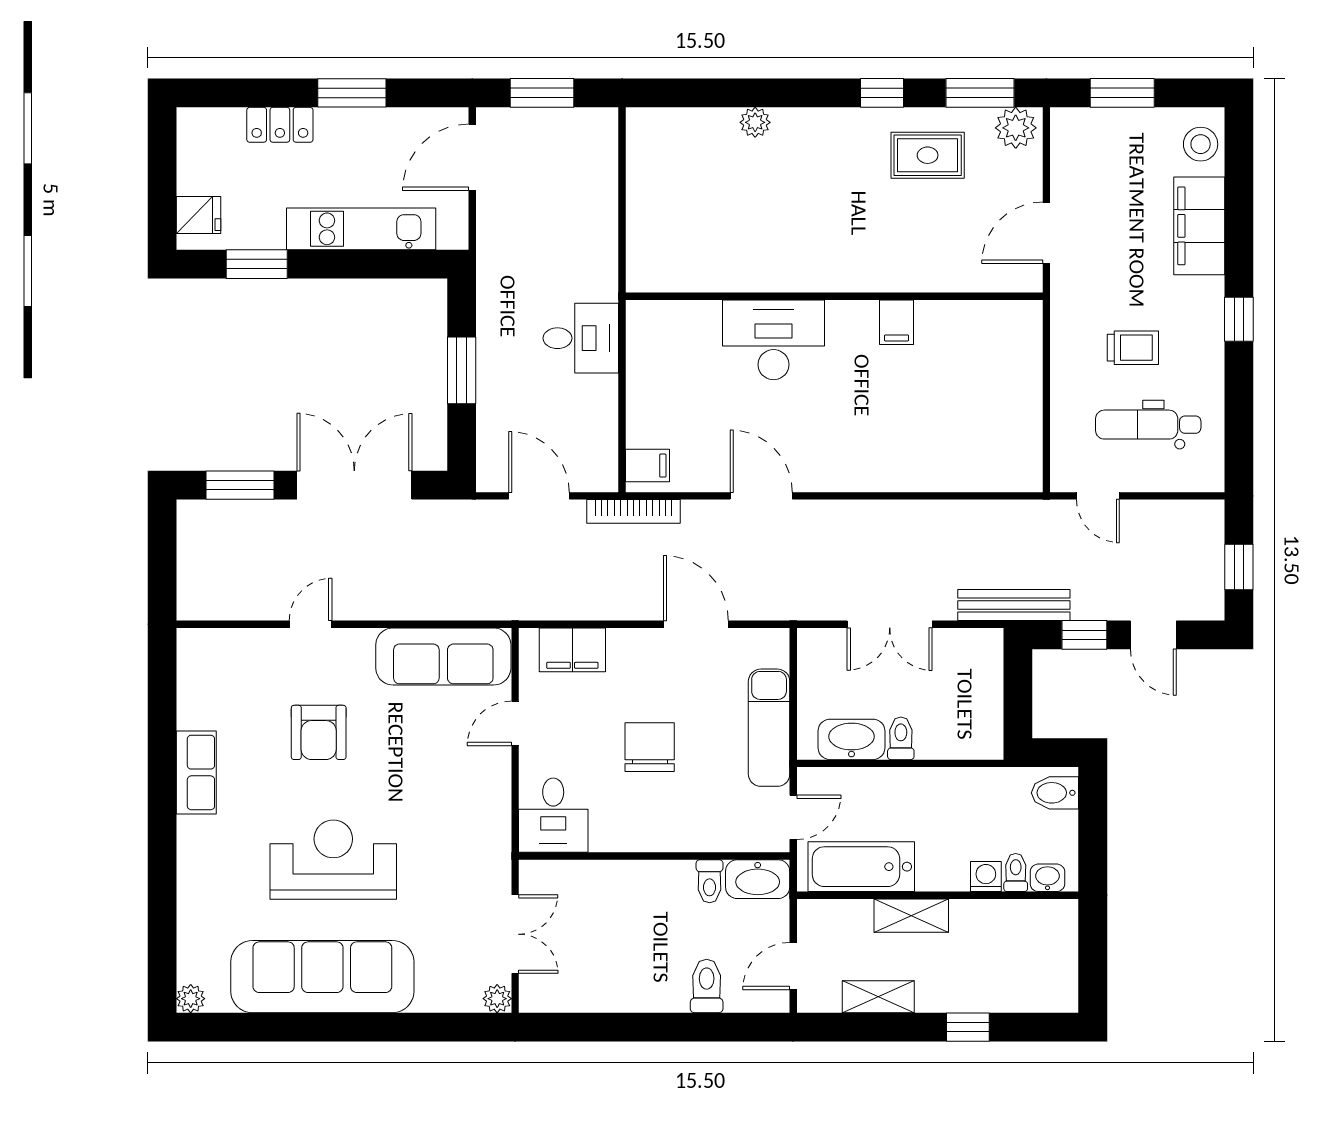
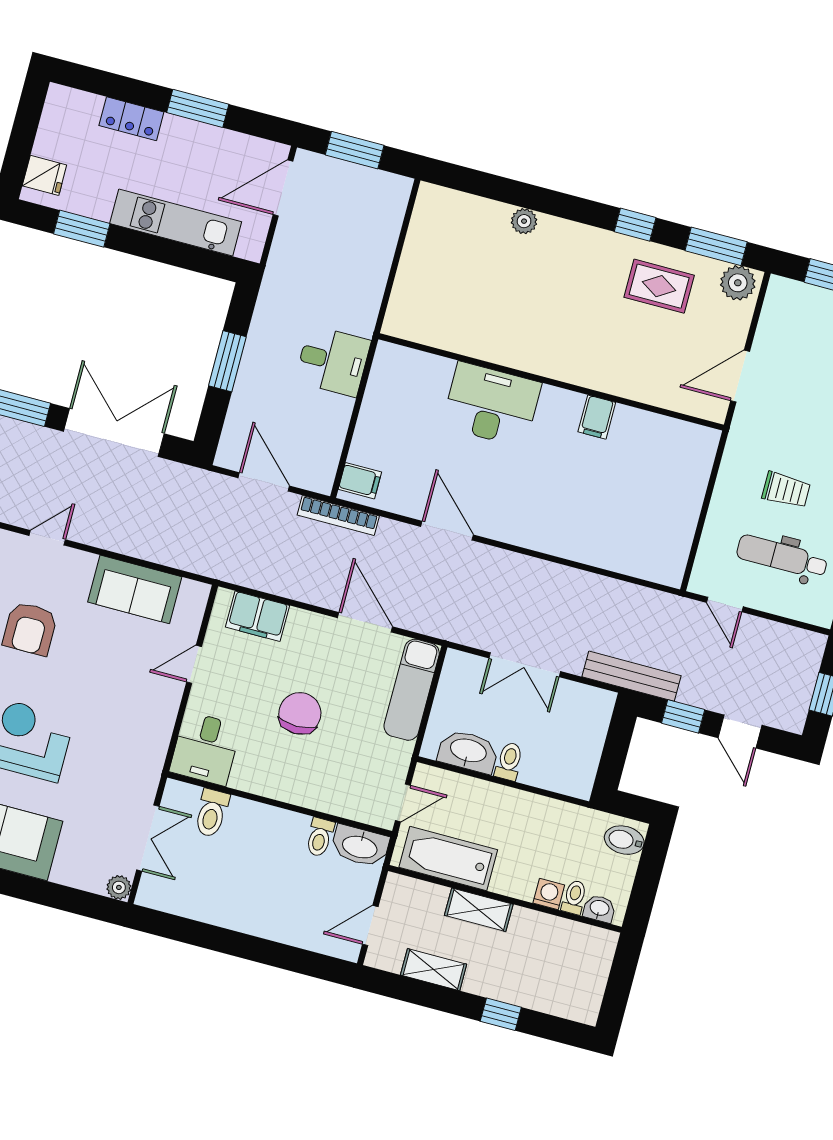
sofa: (443, 656) -> (135, 589), width x0.73
exam couch: (769, 728) -> (412, 690), moved
toilet: (707, 986) -> (212, 813), moved, turned 180

